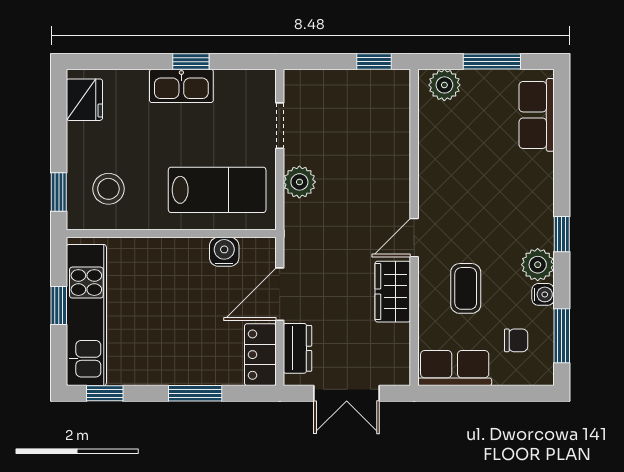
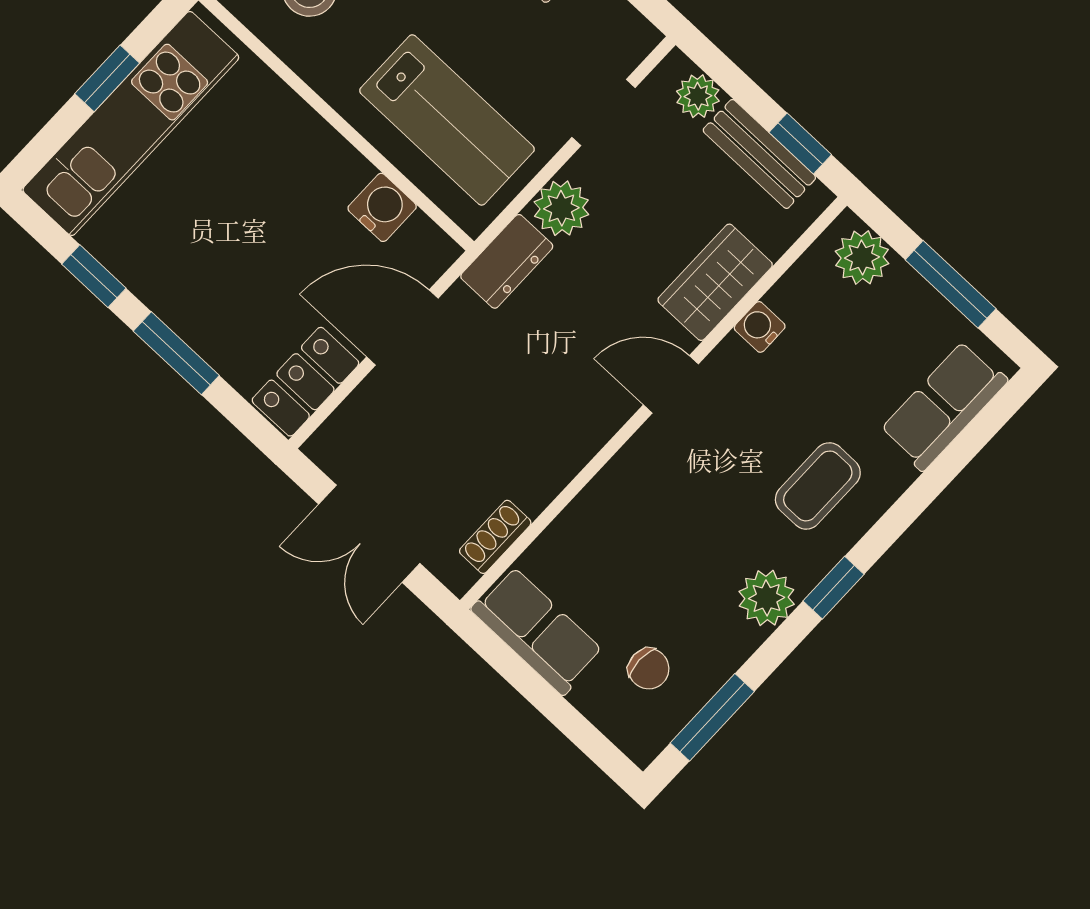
plant: (313, 82) -> (698, 96), added
bench: (361, 82) -> (759, 154), added
door: (414, 238) -> (671, 384), moved
coffee table: (466, 288) -> (818, 486), moved
wardrobe: (393, 292) -> (715, 282), moved
water cooler: (543, 294) -> (760, 327), moved, turned 180
shoe rack: (400, 345) -> (495, 537), added
dresser: (297, 348) -> (507, 261), moved
window: (105, 393) -> (94, 276), moved

